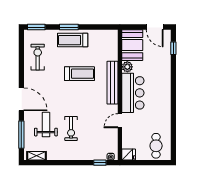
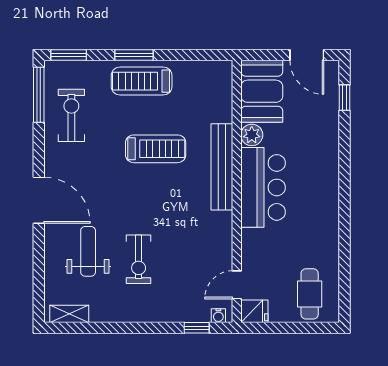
door: (120, 121) -> (237, 285), moved
window: (21, 135) -> (39, 95), moved

